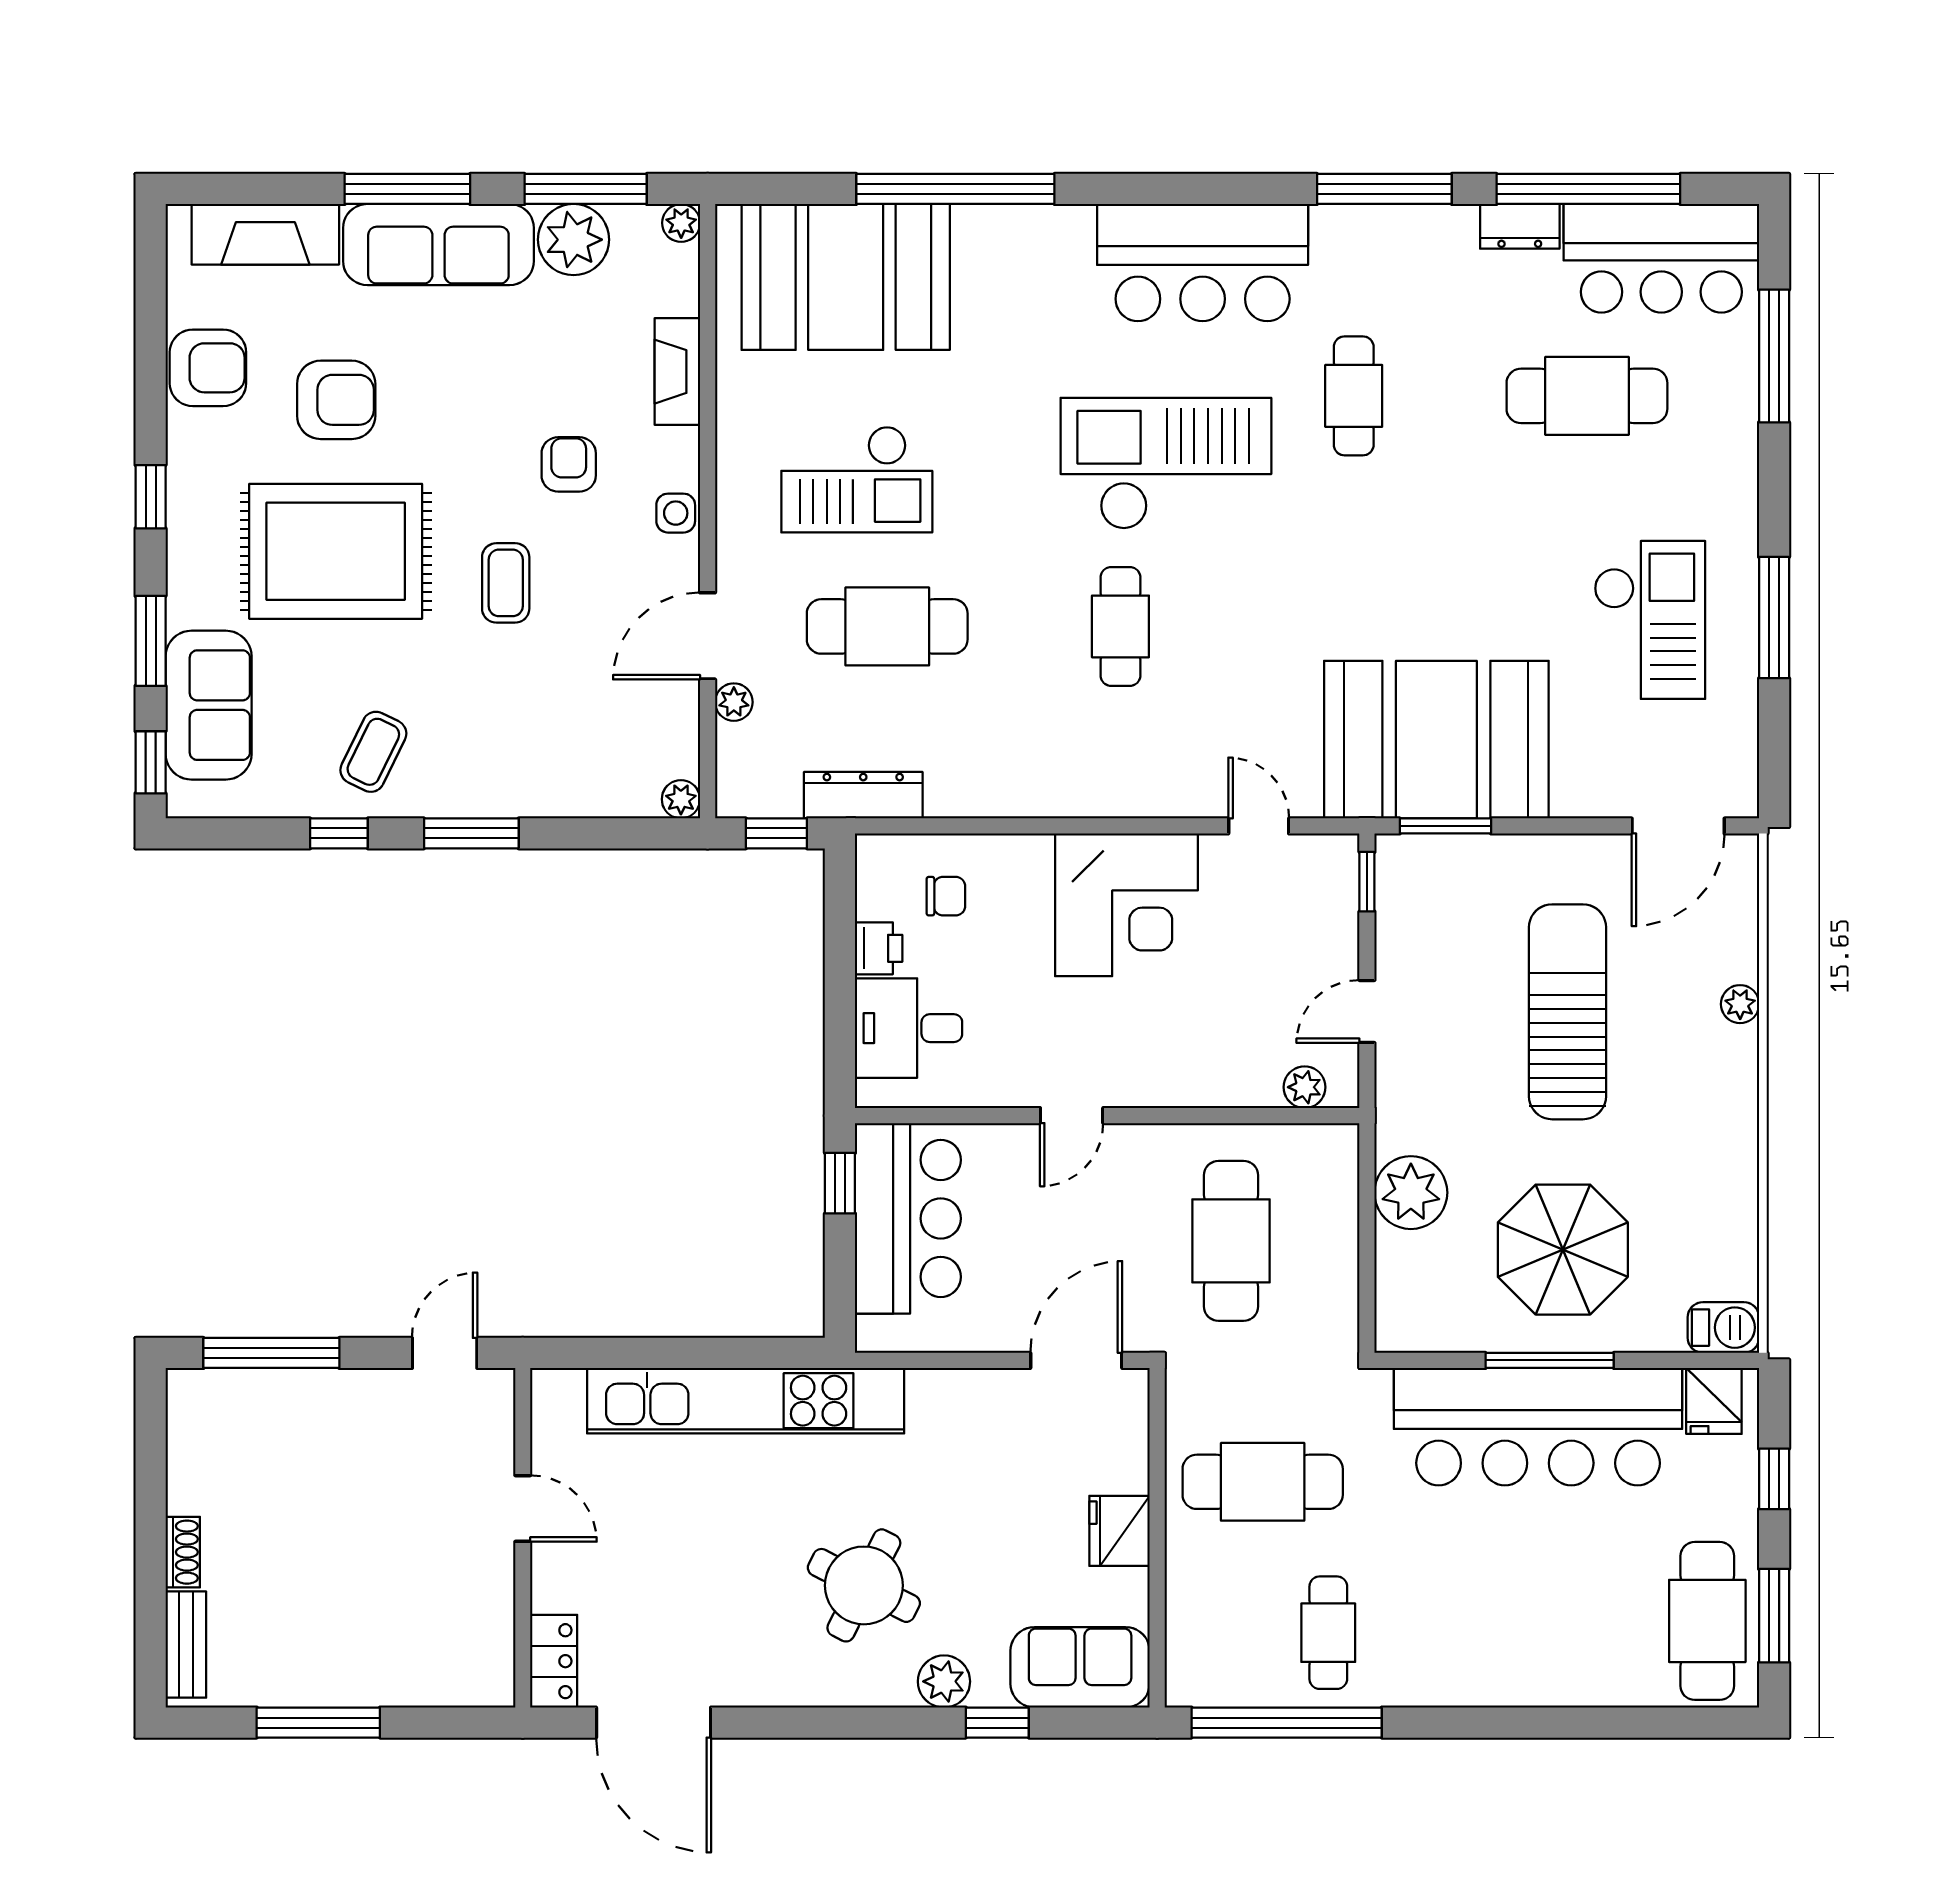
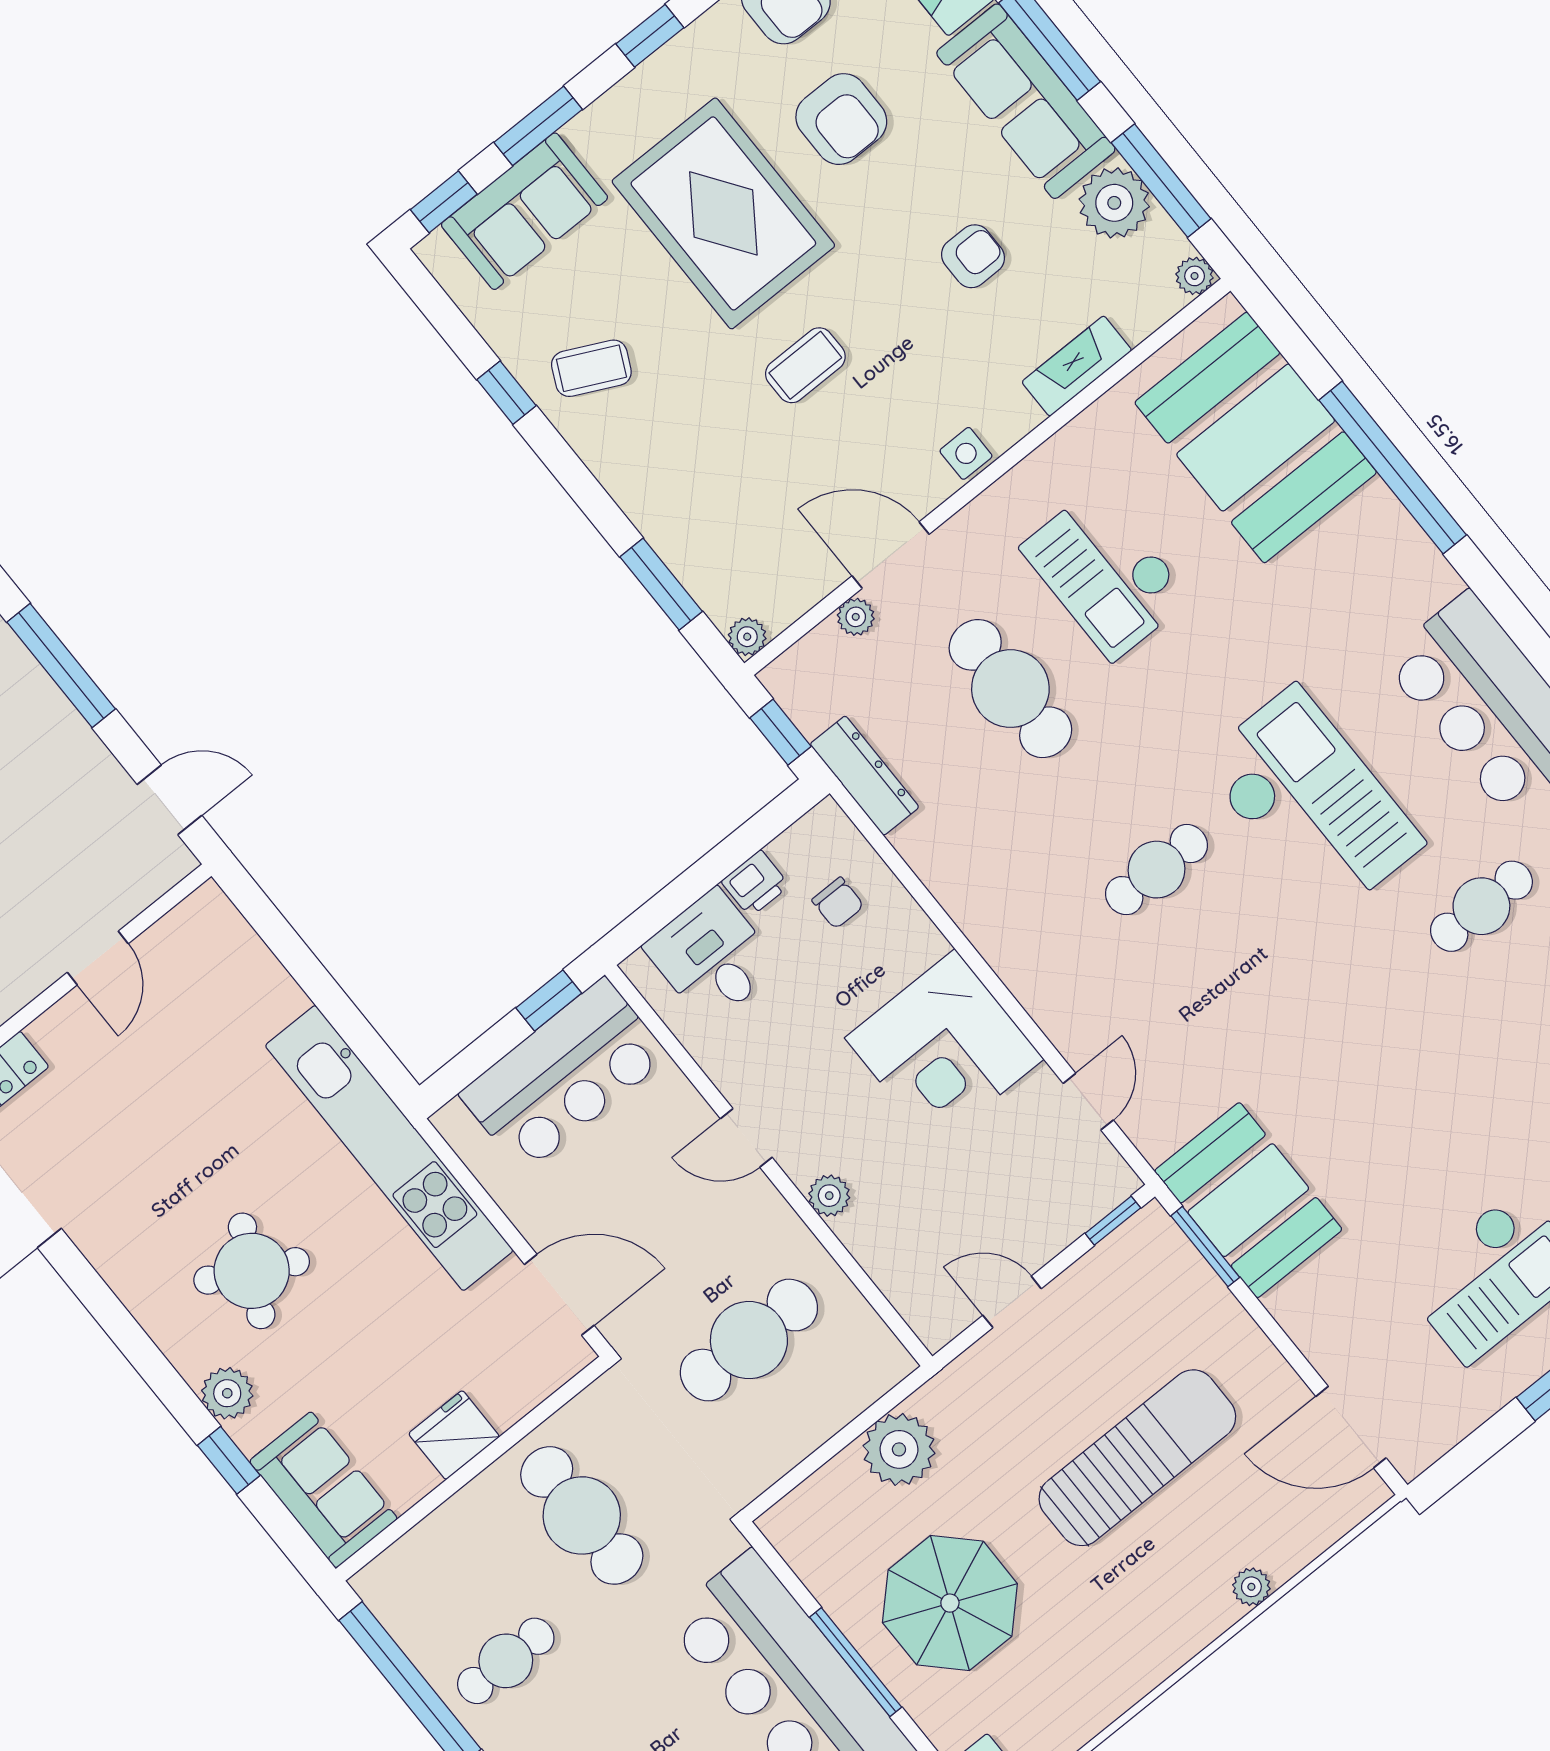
armchair: (569, 464) -> (973, 256), moved
booth: (1436, 740) -> (1248, 1200), width x0.73, depth x0.70
window: (471, 833) -> (661, 584), moved
plant: (1305, 1087) -> (829, 1196), moved
kitchen unit: (746, 1401) -> (389, 1148), moved

